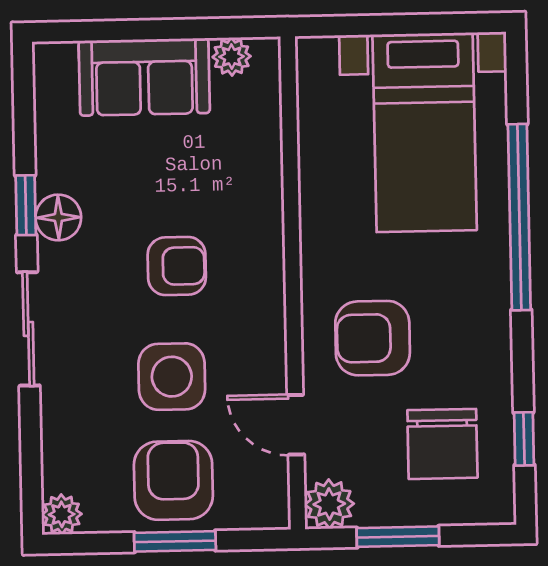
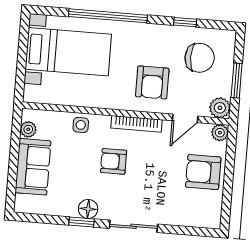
armchair: (177, 266) -> (114, 161), turned -90
bookcase: (271, 311) -> (136, 124), added
side table: (172, 377) -> (81, 125), moved, width x0.54, depth x0.54
window: (524, 439) -> (185, 22), moved
plant: (62, 514) -> (220, 133), moved
window: (175, 541) -> (229, 174), removed

